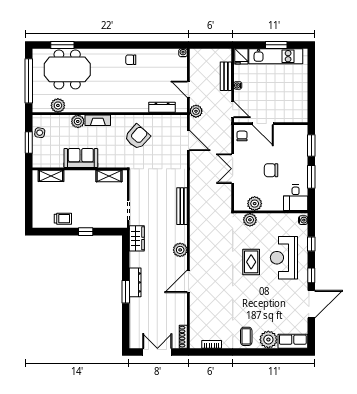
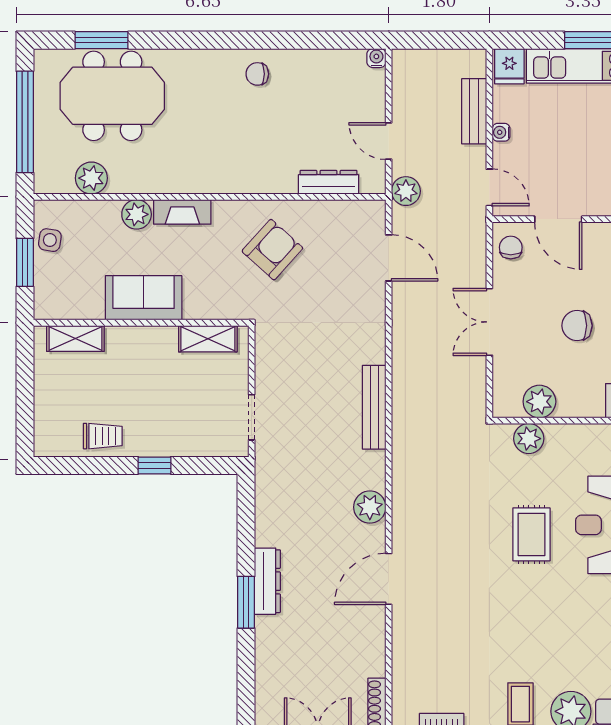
wardrobe: (137, 238) -> (271, 481), removed

